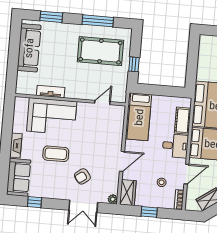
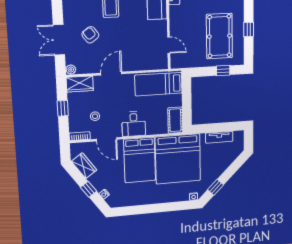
window: (98, 21) -> (249, 29), width x0.46
tv unit: (203, 61) -> (219, 137), added
window: (134, 64) -> (223, 71), moved
cot: (183, 121) -> (175, 120), moved, turned 90
door: (122, 161) -> (111, 73), swing flipped

